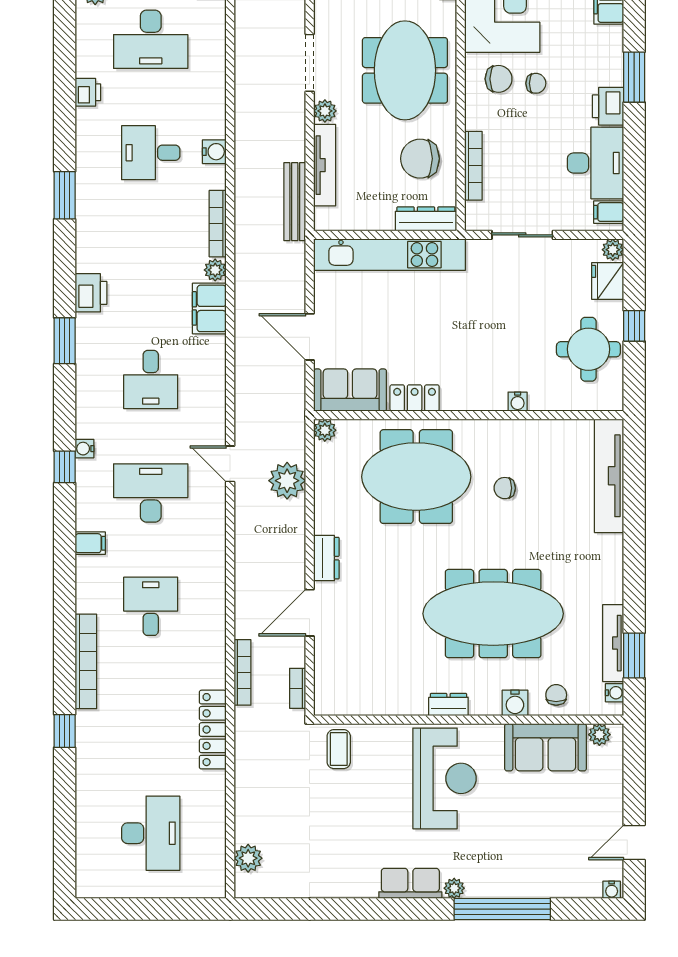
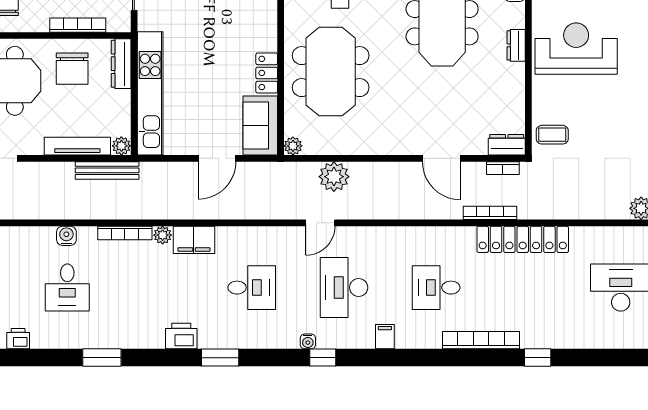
plant: (325, 111) -> (121, 146), moved
dresser: (326, 558) -> (507, 145), moved
locker: (213, 730) -> (523, 239), width x1.41, depth x1.21

